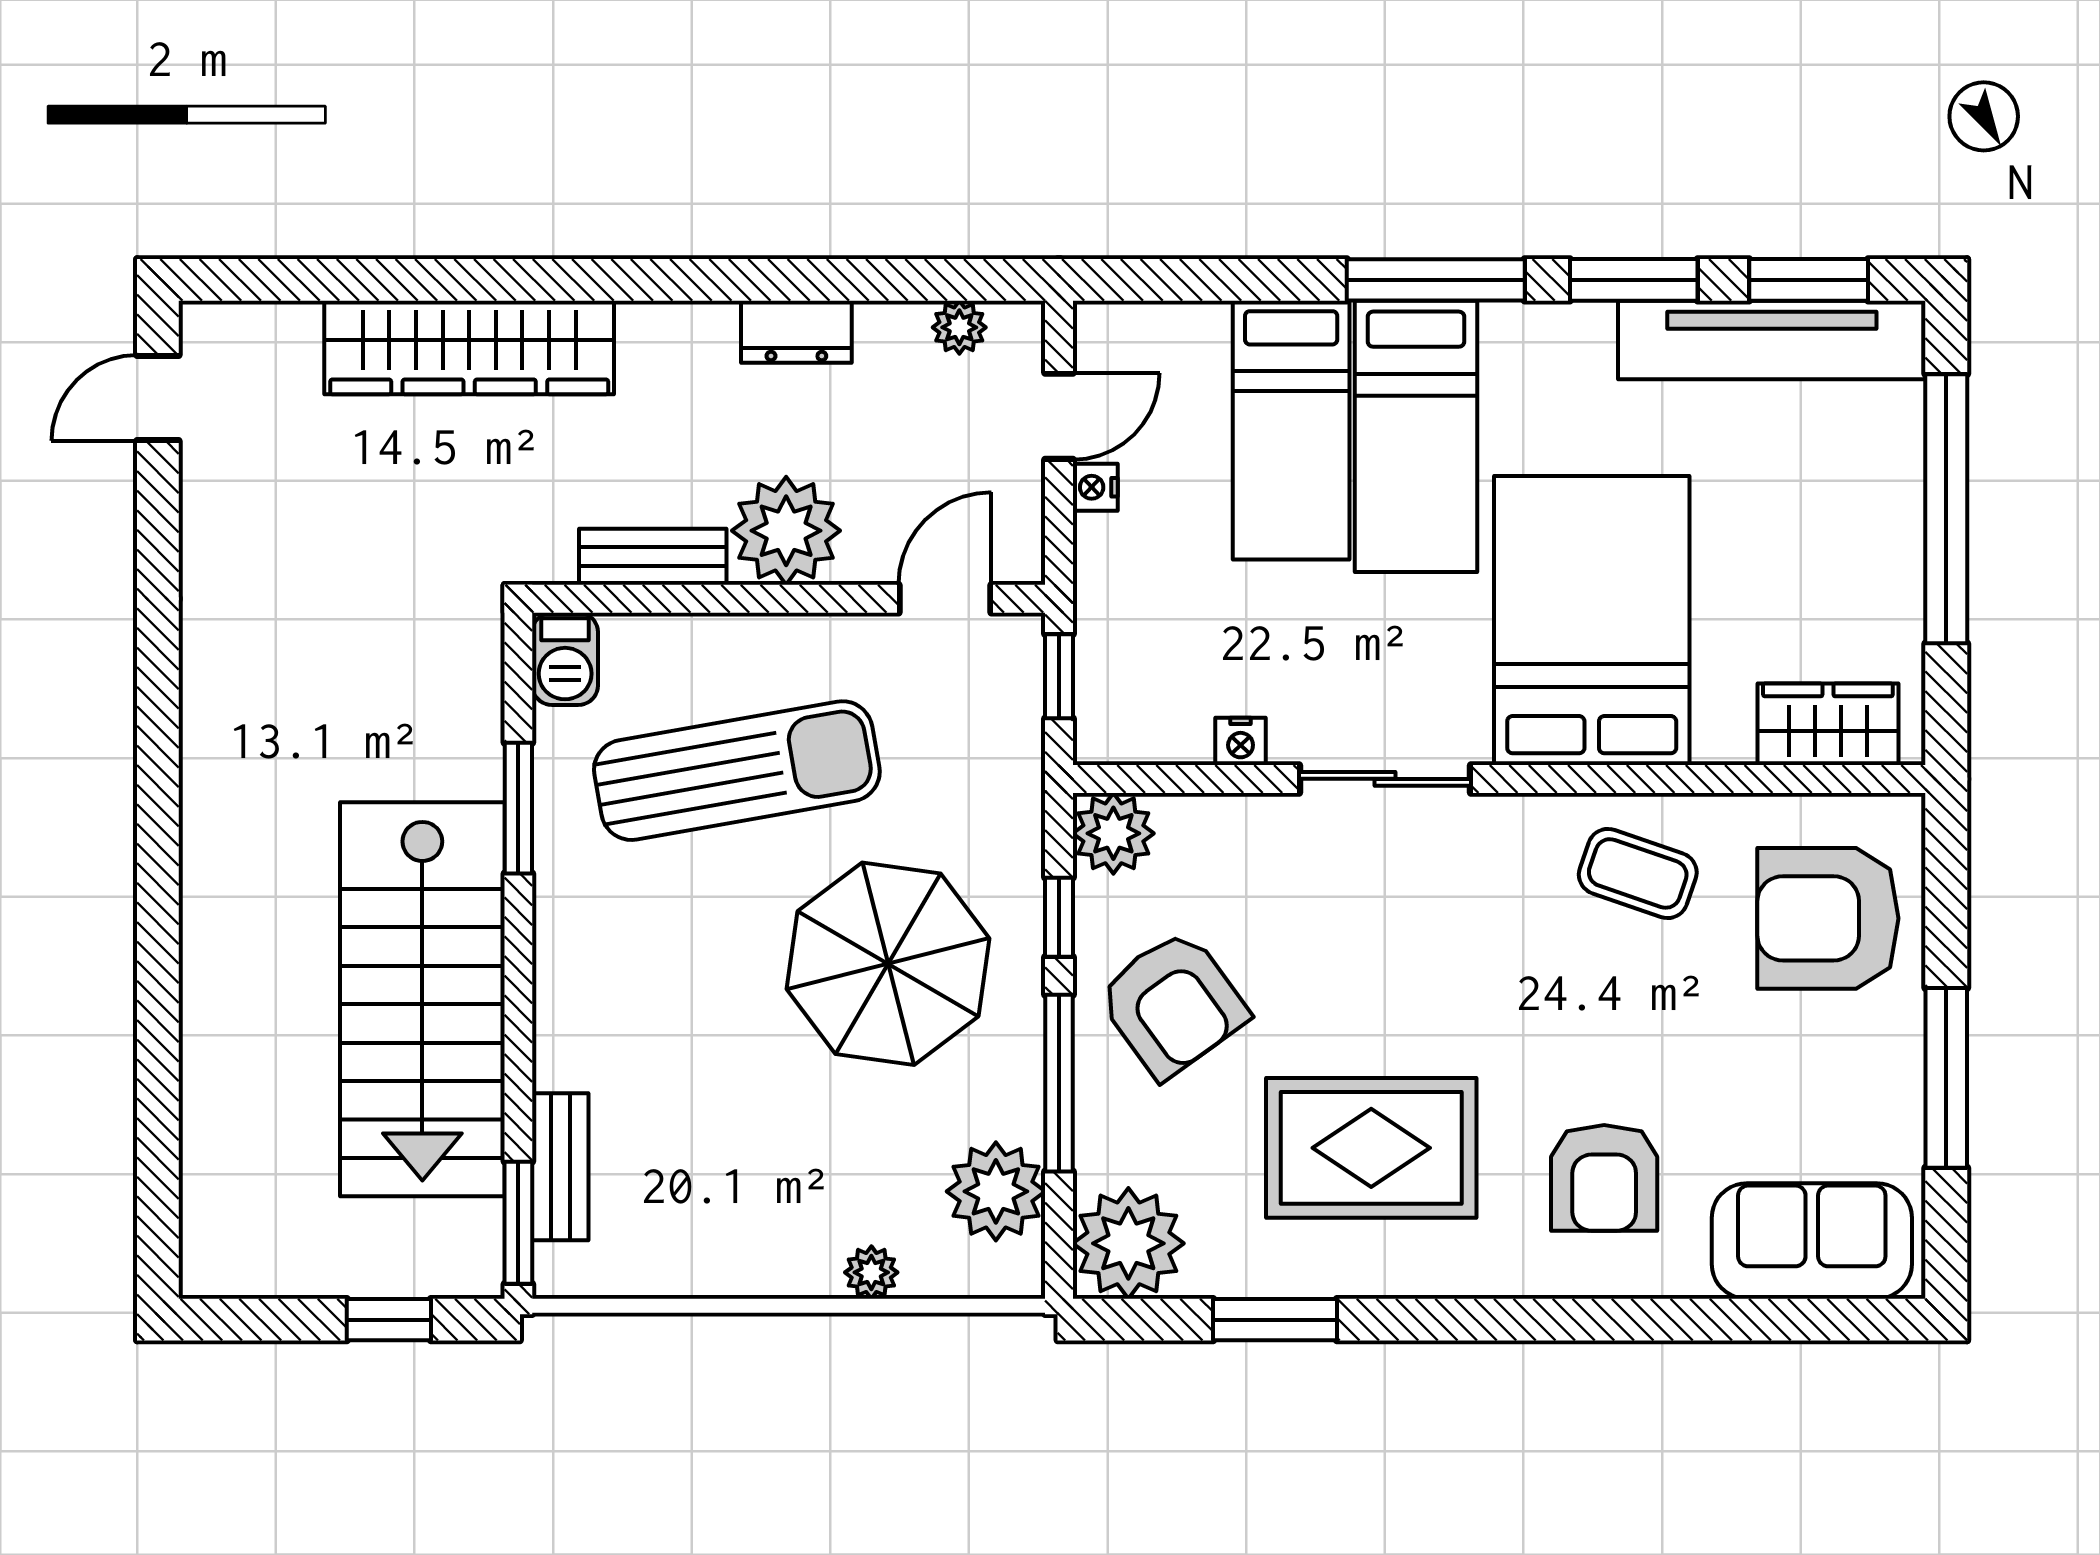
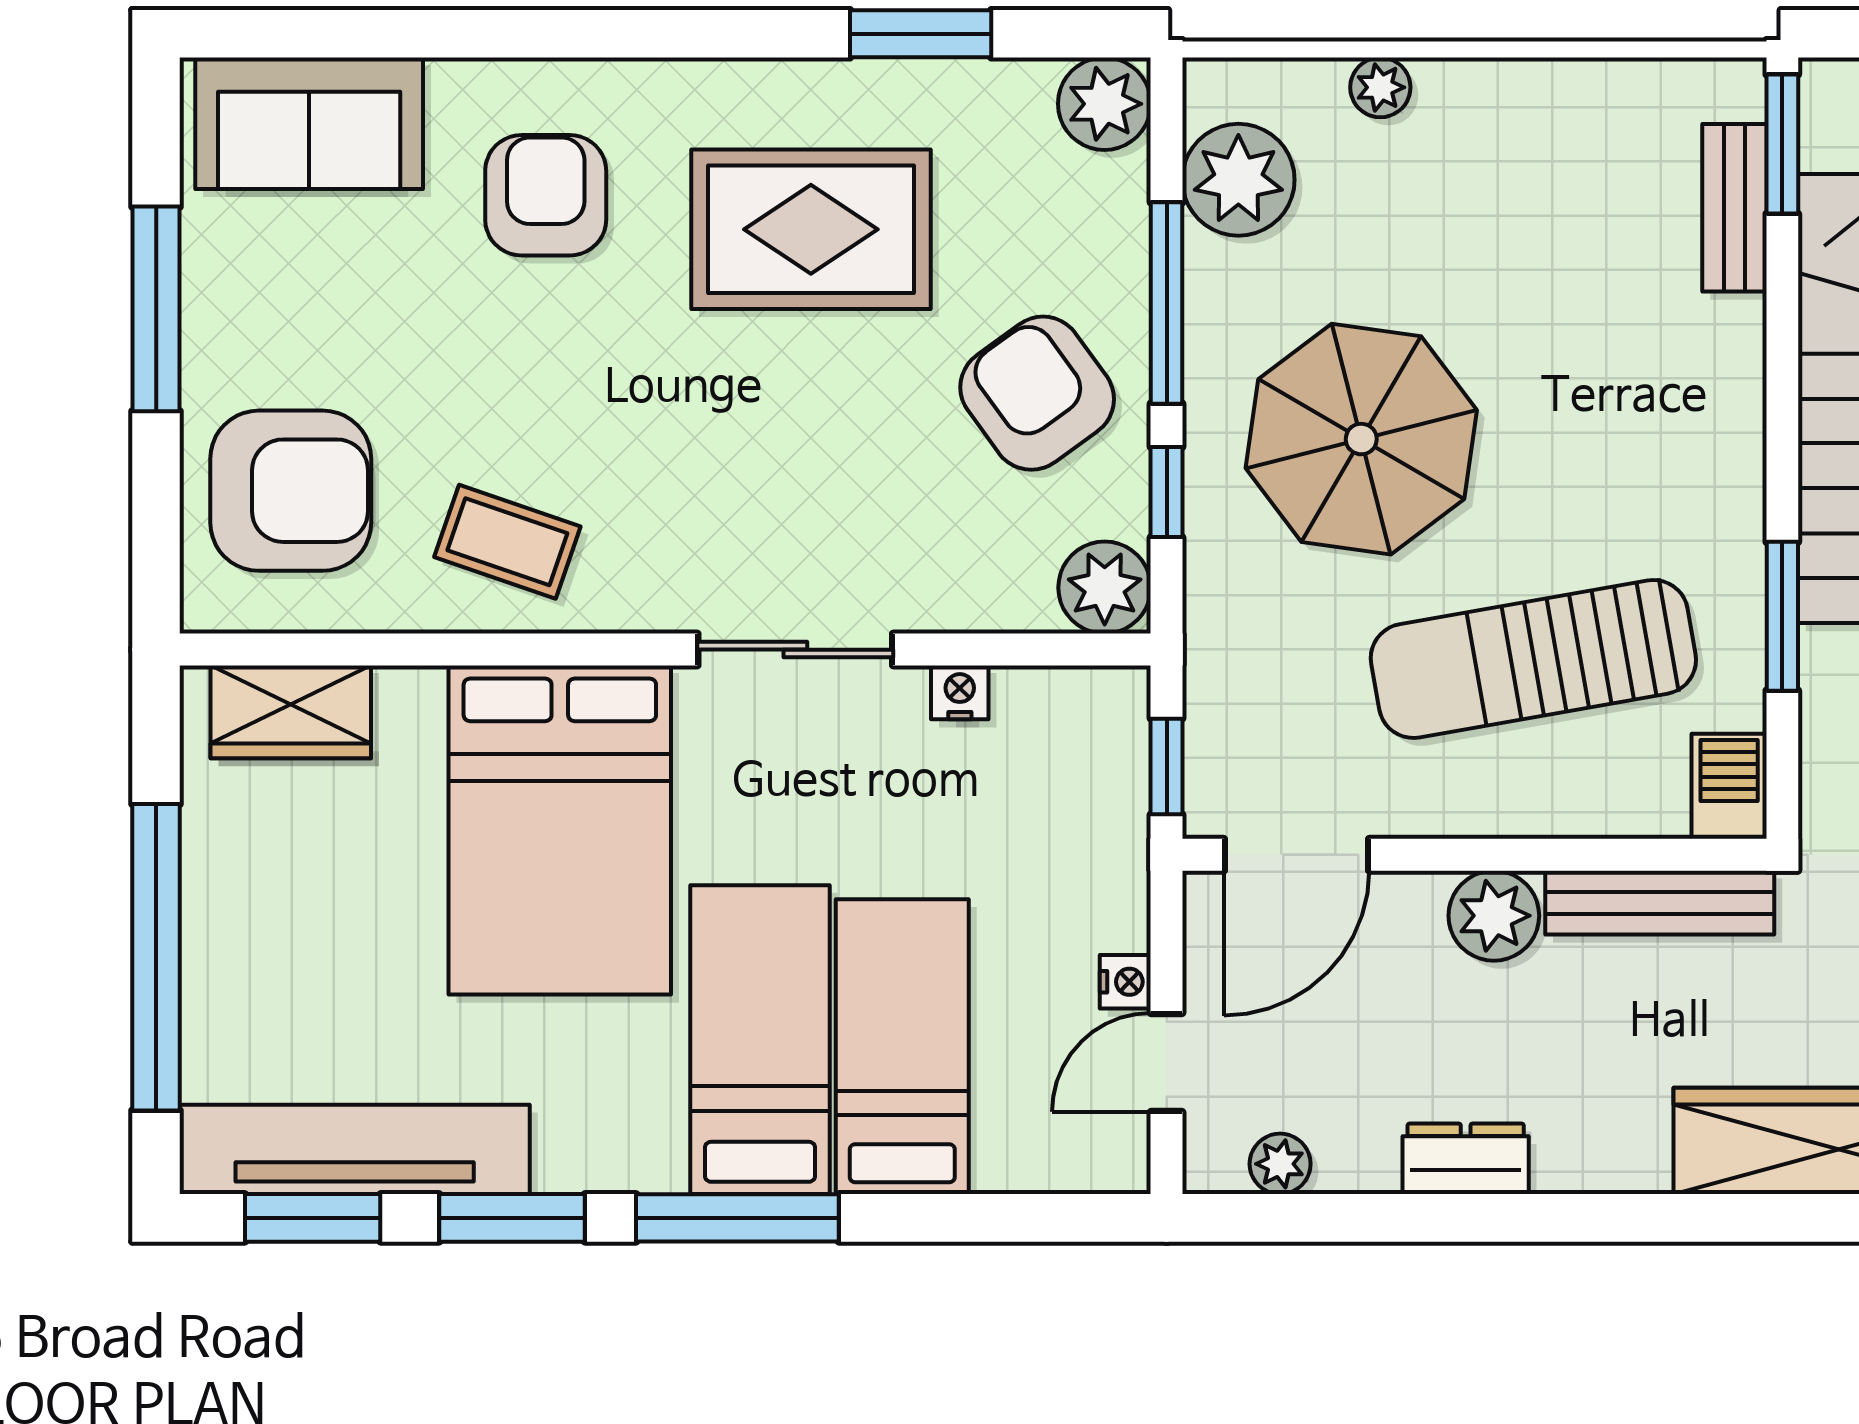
plant: (786, 531) -> (1494, 916), width x0.73, depth x0.73
bench: (653, 557) -> (1660, 903), width x1.36
door: (945, 599) -> (1296, 855), width x1.38
plant: (1128, 1243) -> (1104, 104), width x0.73, depth x0.73

